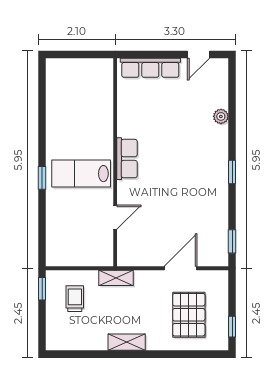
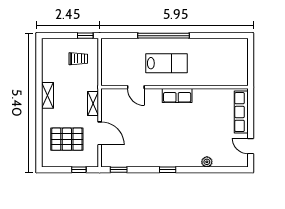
lab bench: (81, 174) -> (167, 63), turned 90
window: (42, 178) -> (164, 36), width x3.17
shelving: (116, 278) -> (93, 103), moved
window: (232, 327) -> (79, 170), moved

